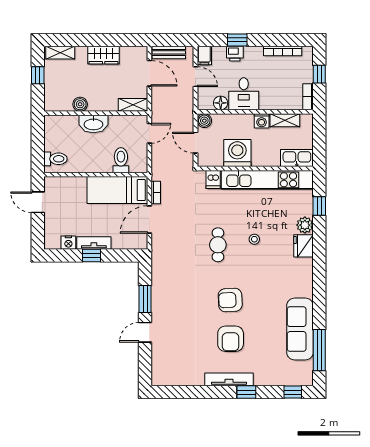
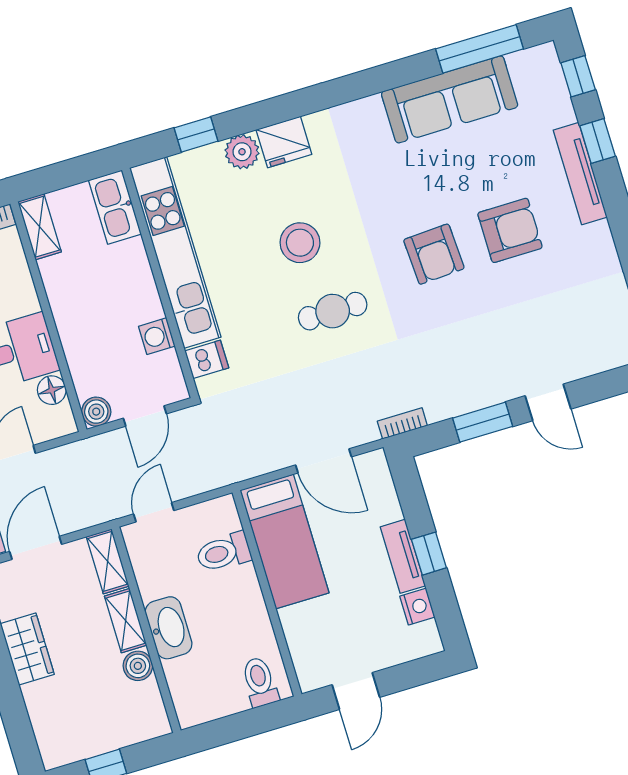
shelving: (60, 53) -> (126, 621), moved
shelving: (285, 120) -> (40, 227), moved
washing machine: (262, 121) -> (63, 299), removed
door: (149, 133) -> (154, 512), hinge flipped
washing machine: (237, 153) -> (157, 336), width x0.53, depth x0.53
bookcase: (156, 192) -> (402, 423), moved
stool: (254, 239) -> (300, 243), width x1.89, depth x1.89
tv unit: (229, 379) -> (580, 174), moved
window: (246, 392) -> (598, 141), moved

